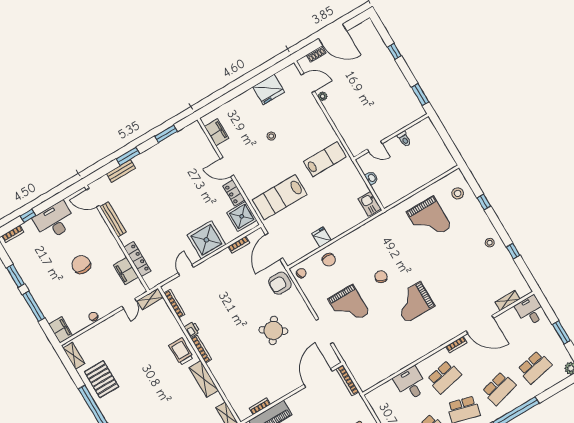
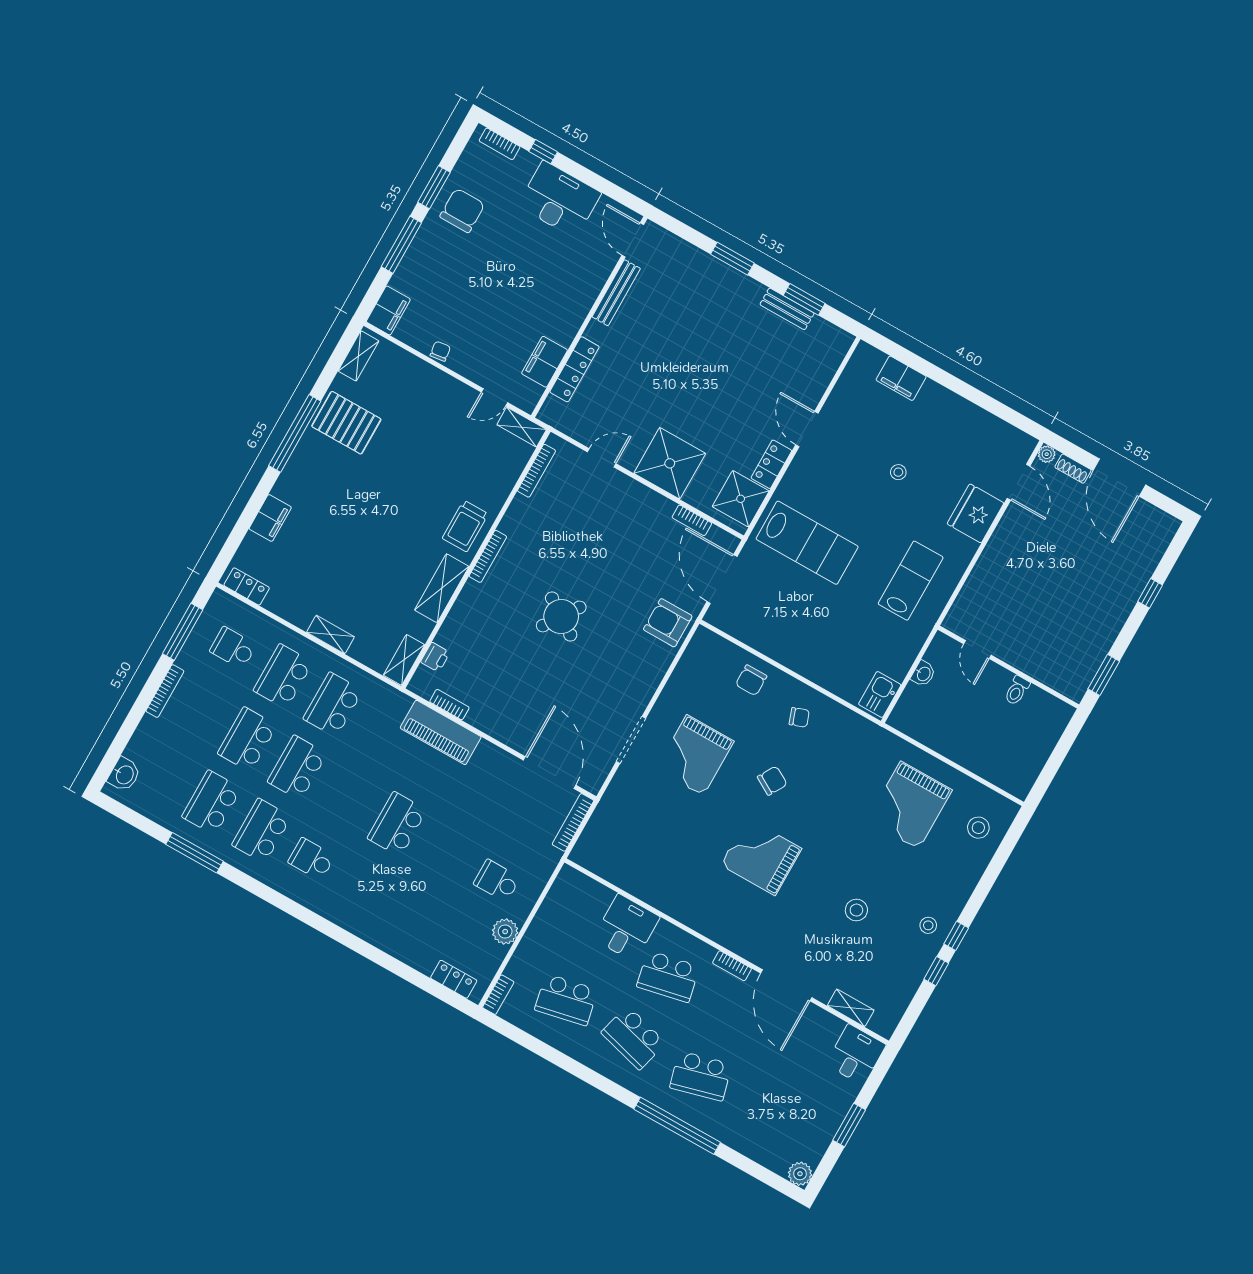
fridge: (269, 89) -> (976, 513), moved, turned 90
plant: (323, 96) -> (1047, 454), moved
filing cabinet: (217, 132) -> (901, 378), moved, turned 90
lab bench: (325, 159) -> (911, 581), turned -90
bench: (121, 171) -> (787, 309), moved
lab bench: (280, 197) -> (807, 543), turned 180
window: (484, 202) -> (956, 936), moved
fridge: (322, 237) -> (781, 647), removed
door: (274, 246) -> (722, 579), hinge flipped
chair: (81, 265) -> (462, 210), moved
stool: (463, 272) -> (856, 910), added
chair: (301, 273) -> (799, 717), moved
printer: (192, 329) -> (435, 657), moved
round table: (273, 330) -> (561, 616), moved
trolley: (181, 352) -> (465, 526), turned 180
school desk: (535, 367) -> (768, 1114), removed
door: (318, 378) -> (550, 773), hinge flipped
pallet: (102, 379) -> (346, 423), turned 90

